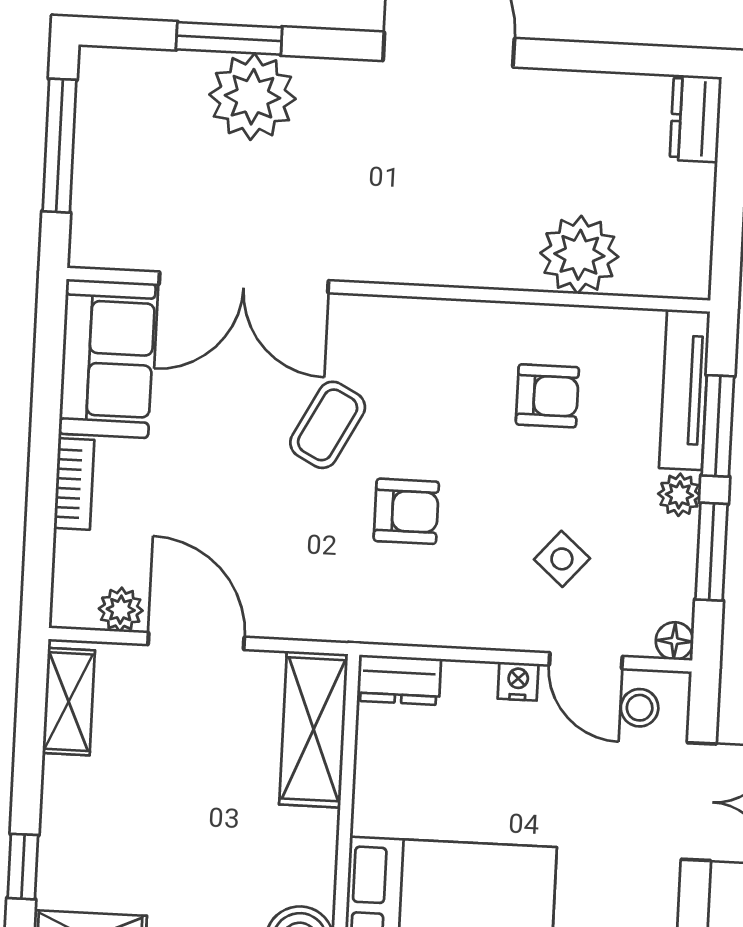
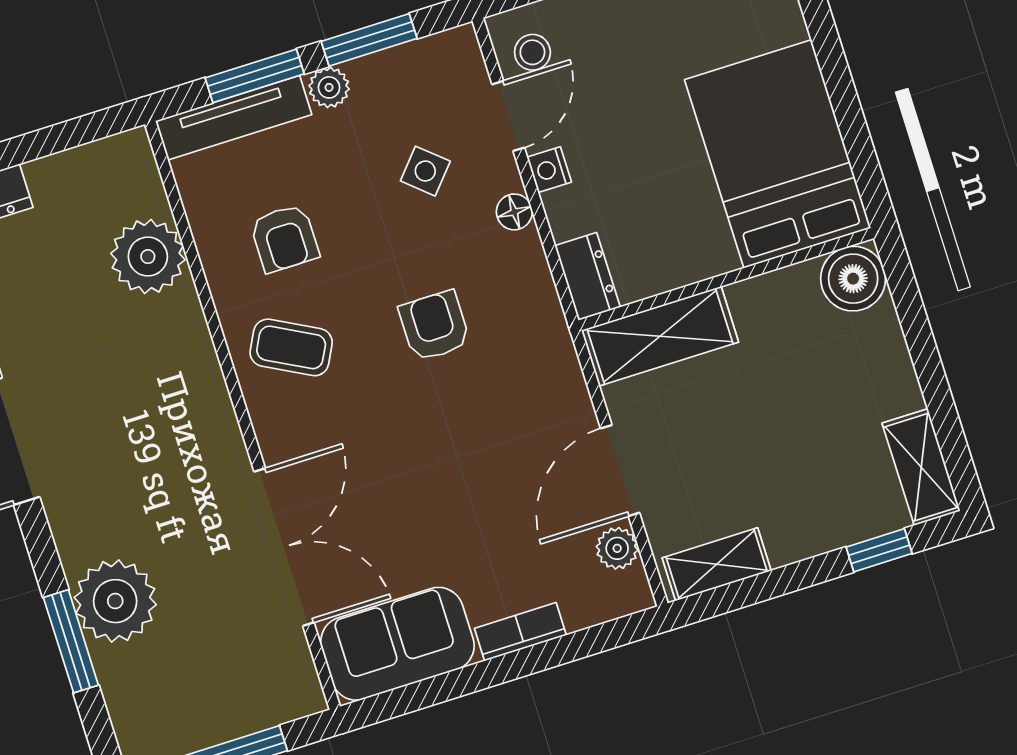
armchair: (547, 396) -> (284, 238), turned 180
coffee table: (328, 425) -> (291, 347), moved
floor lamp: (675, 641) -> (514, 212), moved

